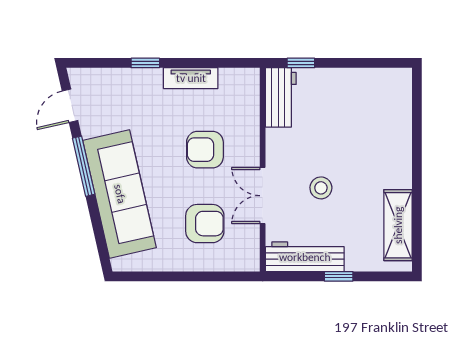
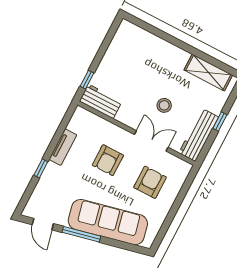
double door: (263, 196) -> (151, 141), swing flipped

